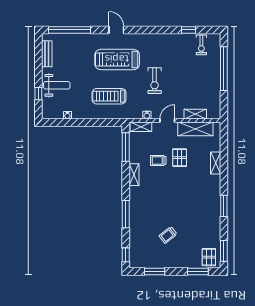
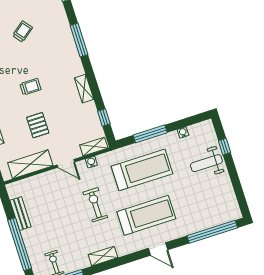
bench: (47, 54) -> (20, 214), moved
treadmill: (109, 96) -> (142, 170), width x1.37, depth x1.38
shelving: (195, 114) -> (103, 256), moved
door: (167, 120) -> (66, 163), hinge flipped
window: (94, 123) -> (150, 134), added
window: (126, 147) -> (104, 118), width x0.46
trolley: (158, 160) -> (30, 87), moved

